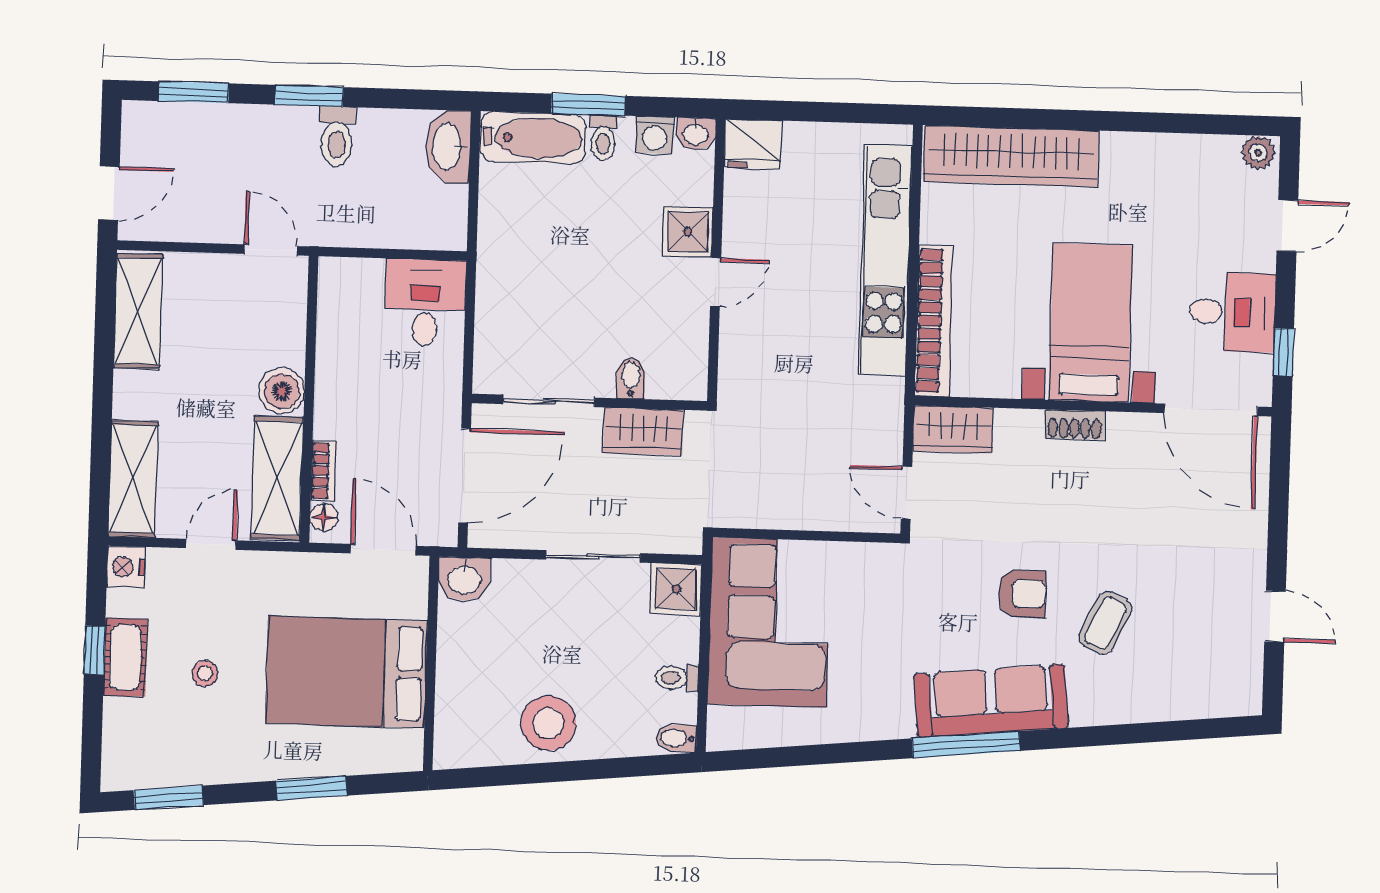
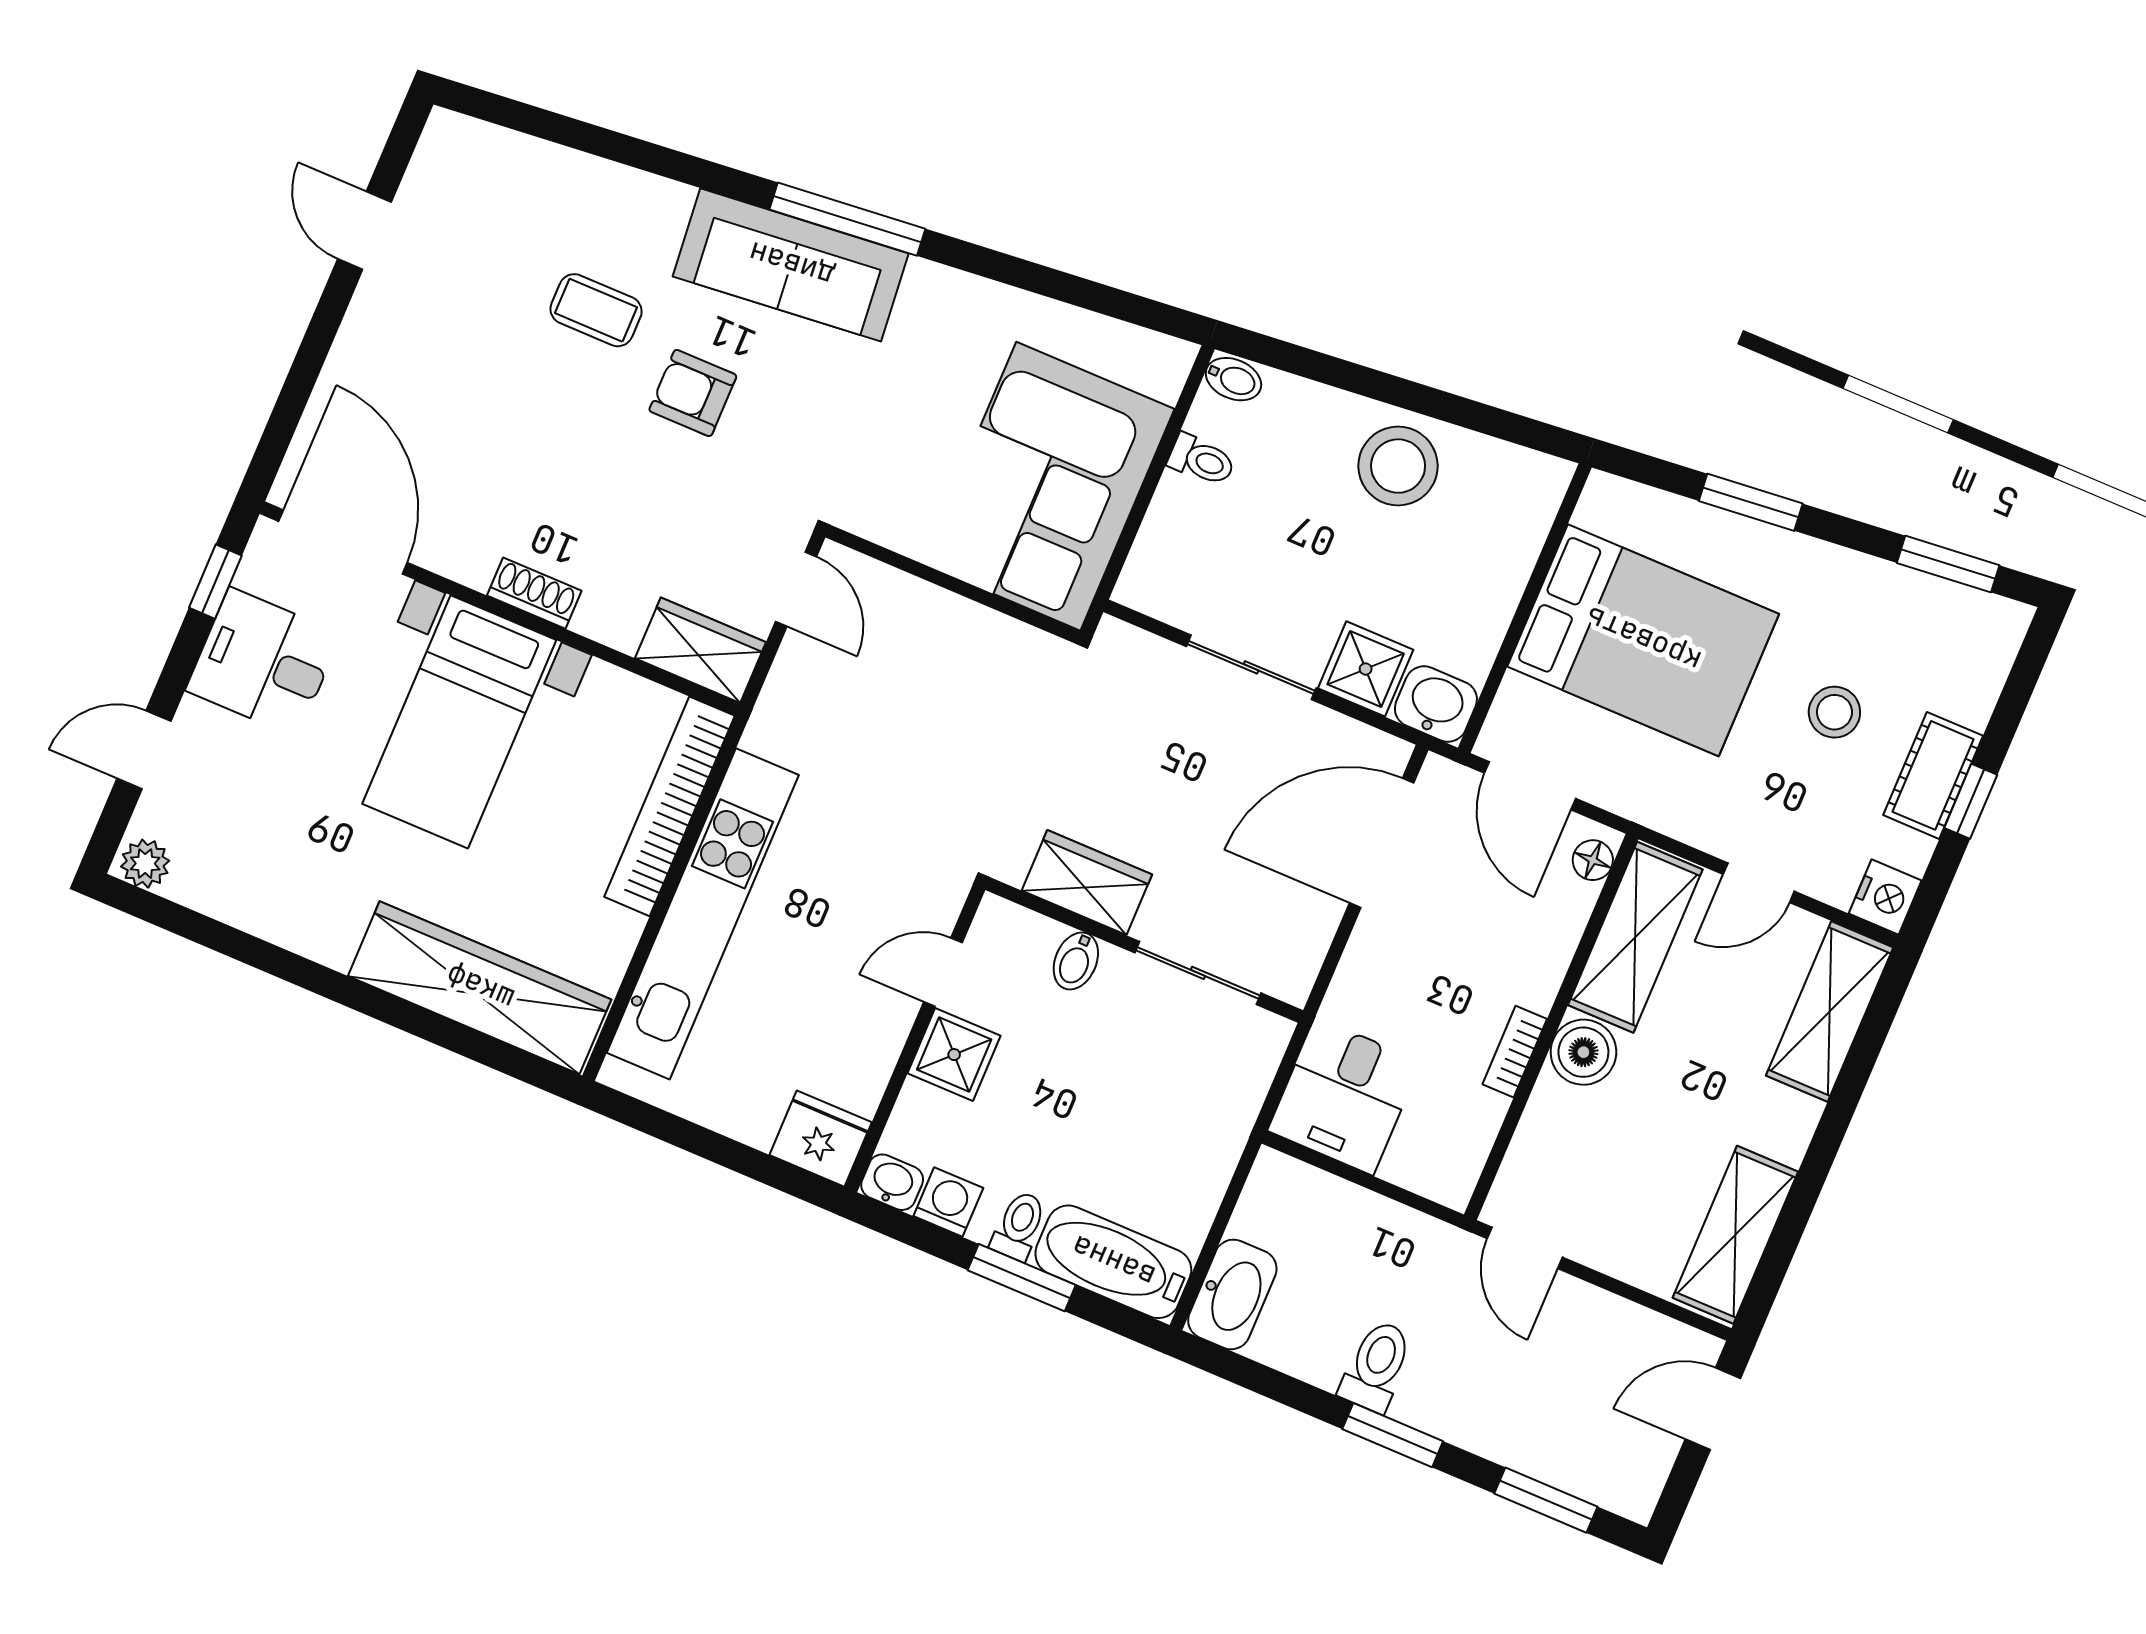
bidet: (631, 378) -> (1076, 961), moved
sliding door: (549, 401) -> (1198, 973), moved
wall: (589, 402) -> (1144, 950), moved
wardrobe: (643, 431) -> (1087, 882), moved
bookcase: (323, 471) -> (1515, 1052), moved
shower: (676, 589) -> (1366, 669), moved
coffee table: (1106, 623) -> (596, 310), turned 64
stool: (205, 674) -> (1834, 712), width x1.37, depth x1.37

